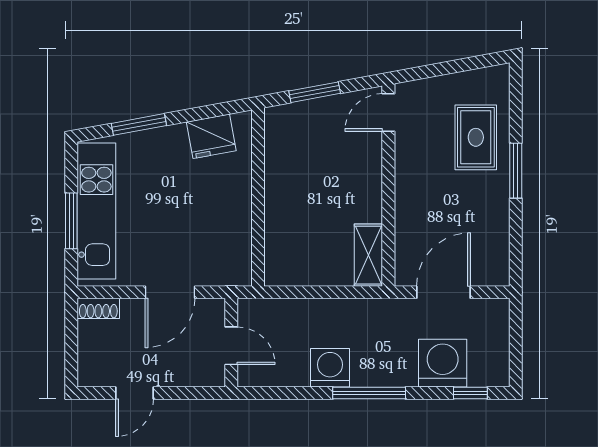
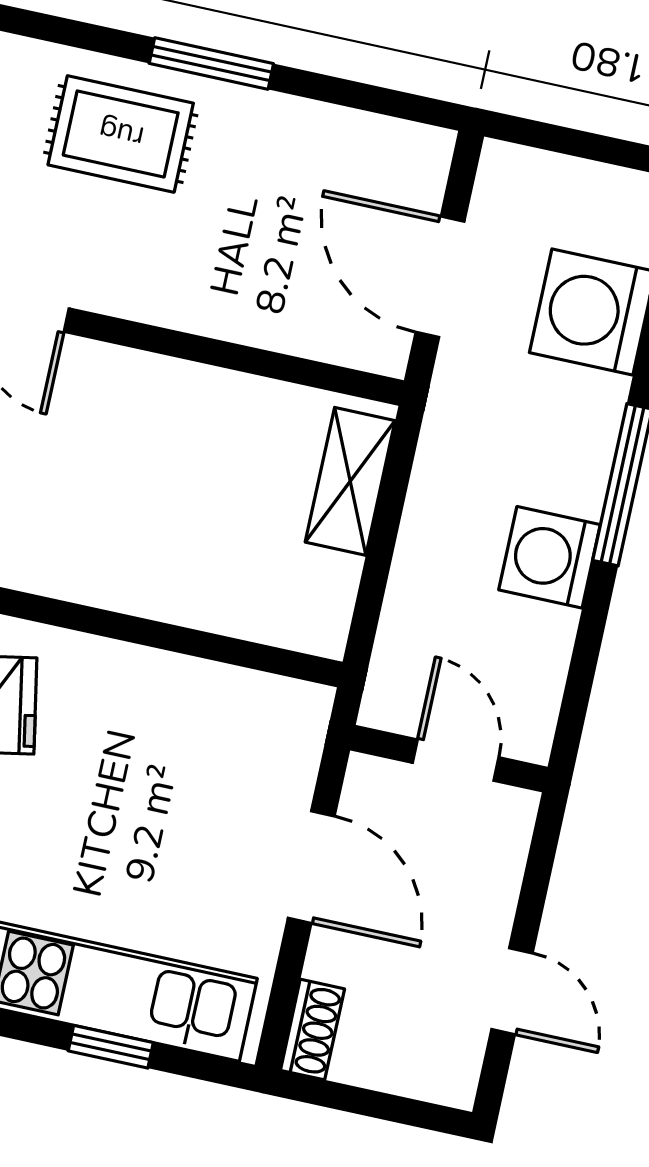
window: (71, 221) -> (111, 1047), width x0.67
shelving: (368, 255) -> (350, 481), moved, turned 90
door: (231, 346) -> (456, 760), hinge flipped

